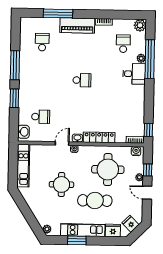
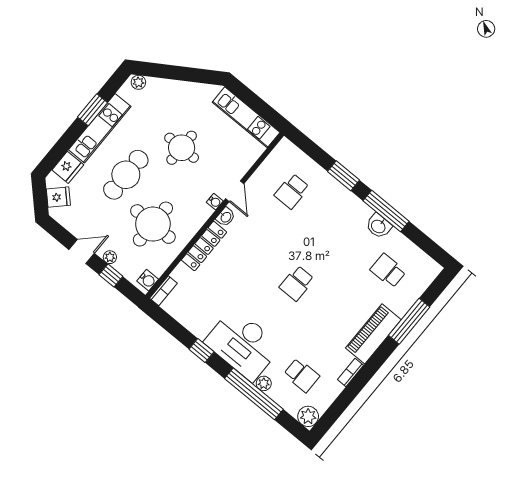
school desk: (42, 42) -> (388, 271), turned 180
desk: (134, 74) -> (243, 344), width x1.87, depth x1.30
window: (148, 130) -> (201, 350), moved
washbasin: (23, 132) -> (379, 226), moved

